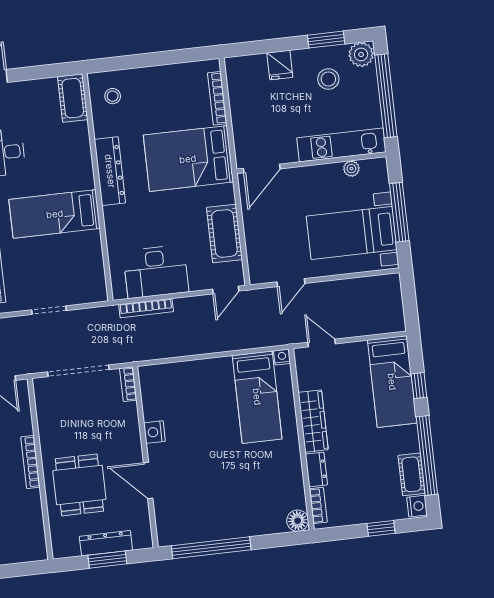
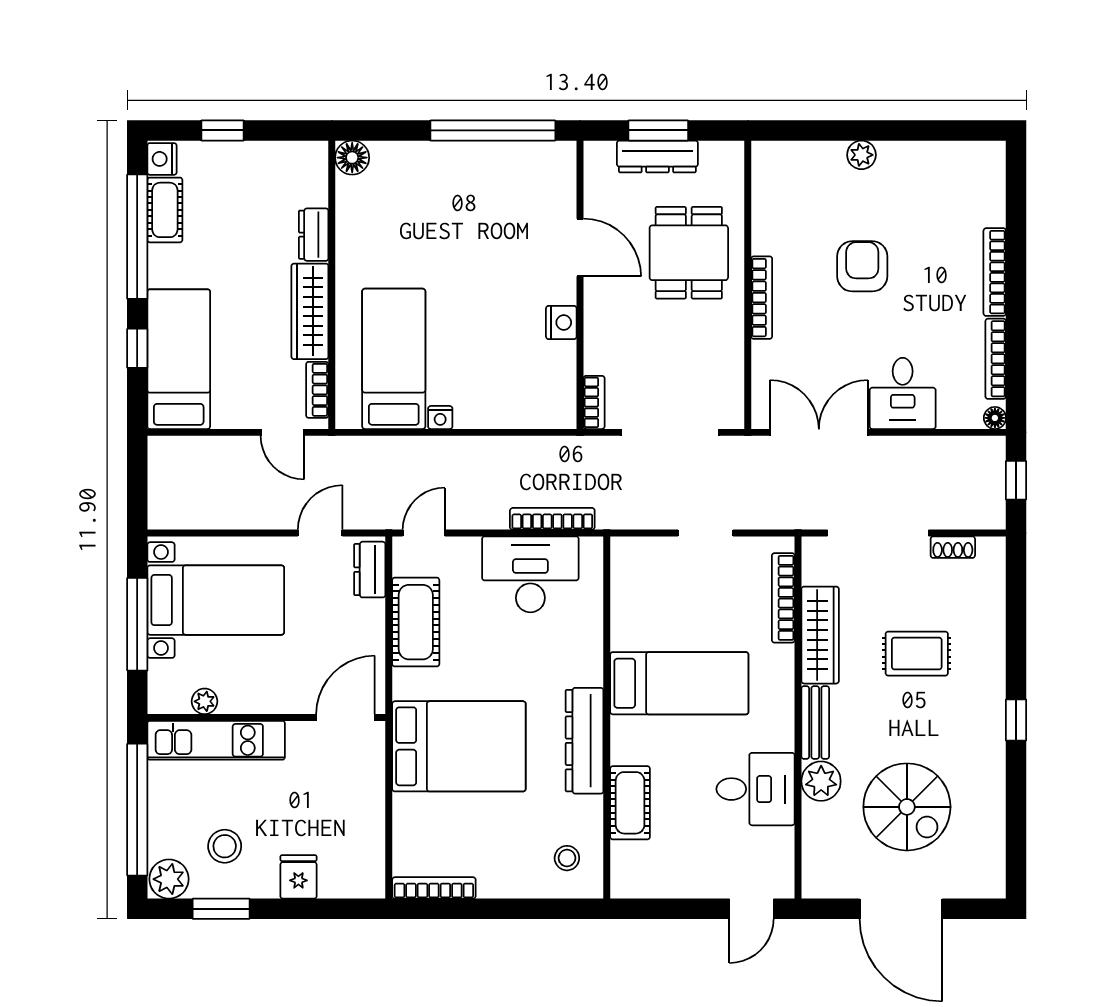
cot: (73, 98) -> (630, 803), moved
bookcase: (217, 98) -> (434, 888), moved, turned -90
dresser: (257, 263) -> (370, 570), added
nightstand: (282, 357) -> (440, 418), moved
bookcase: (318, 505) -> (317, 390), moved

